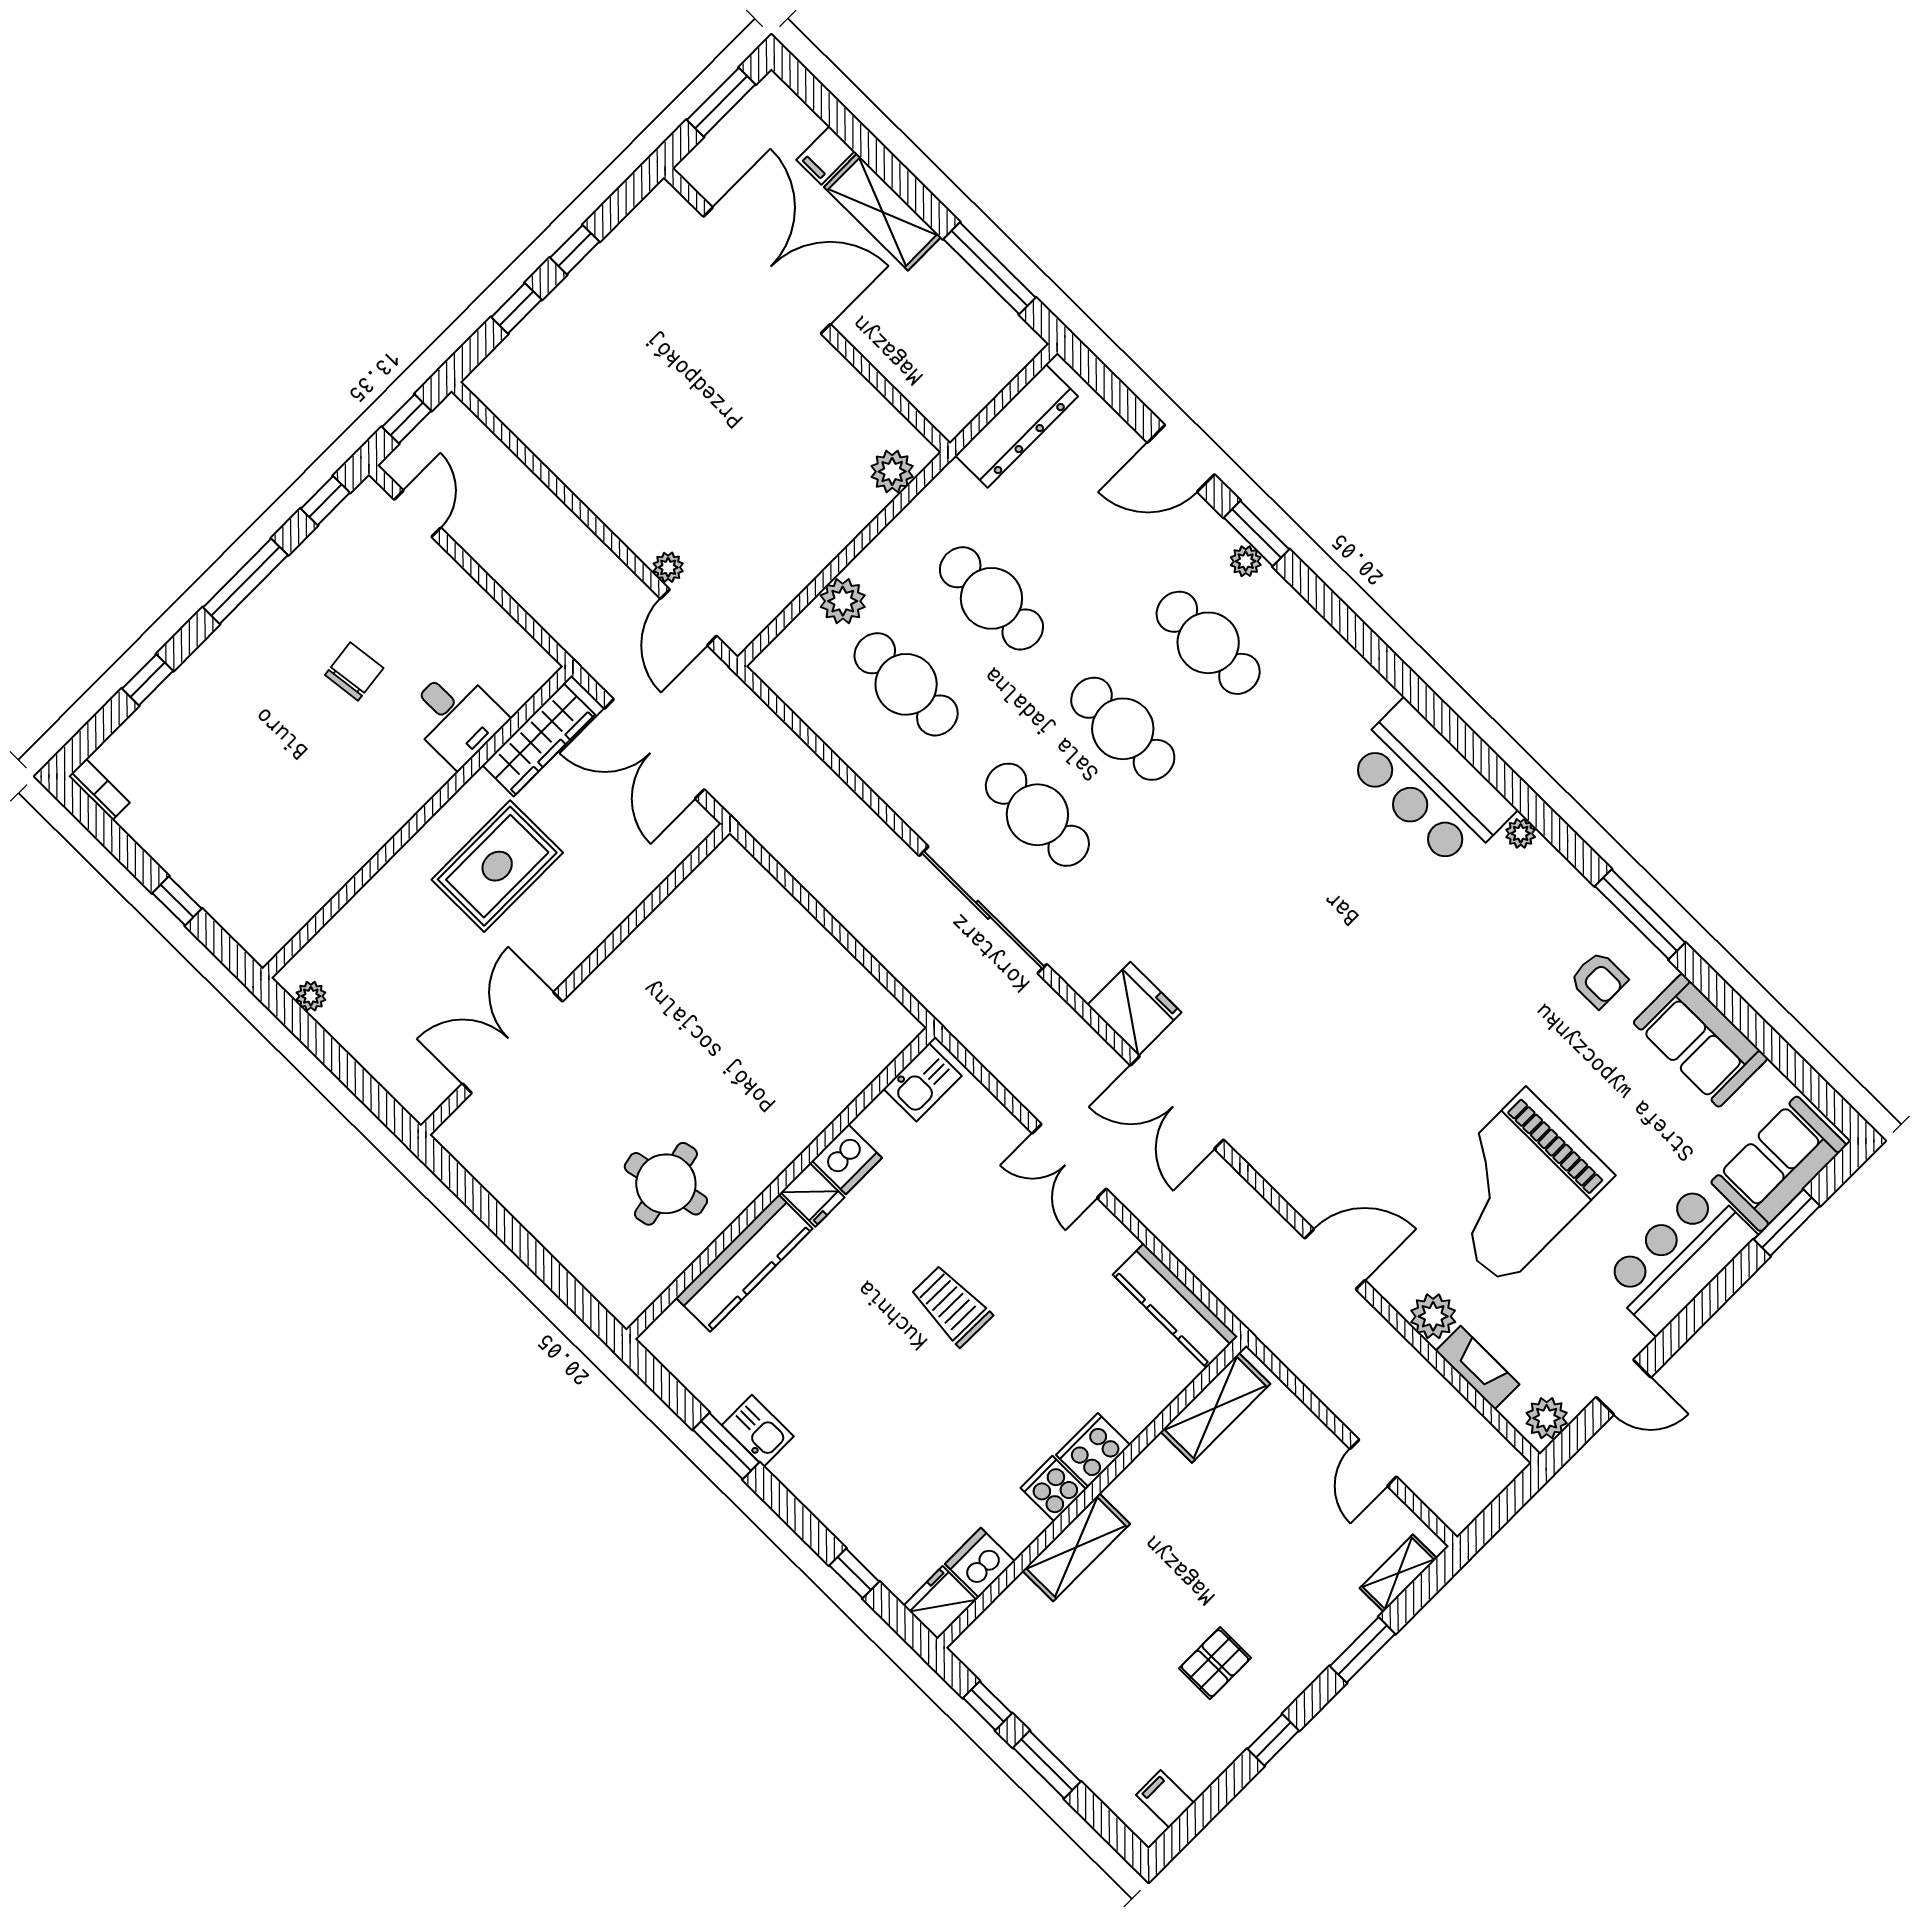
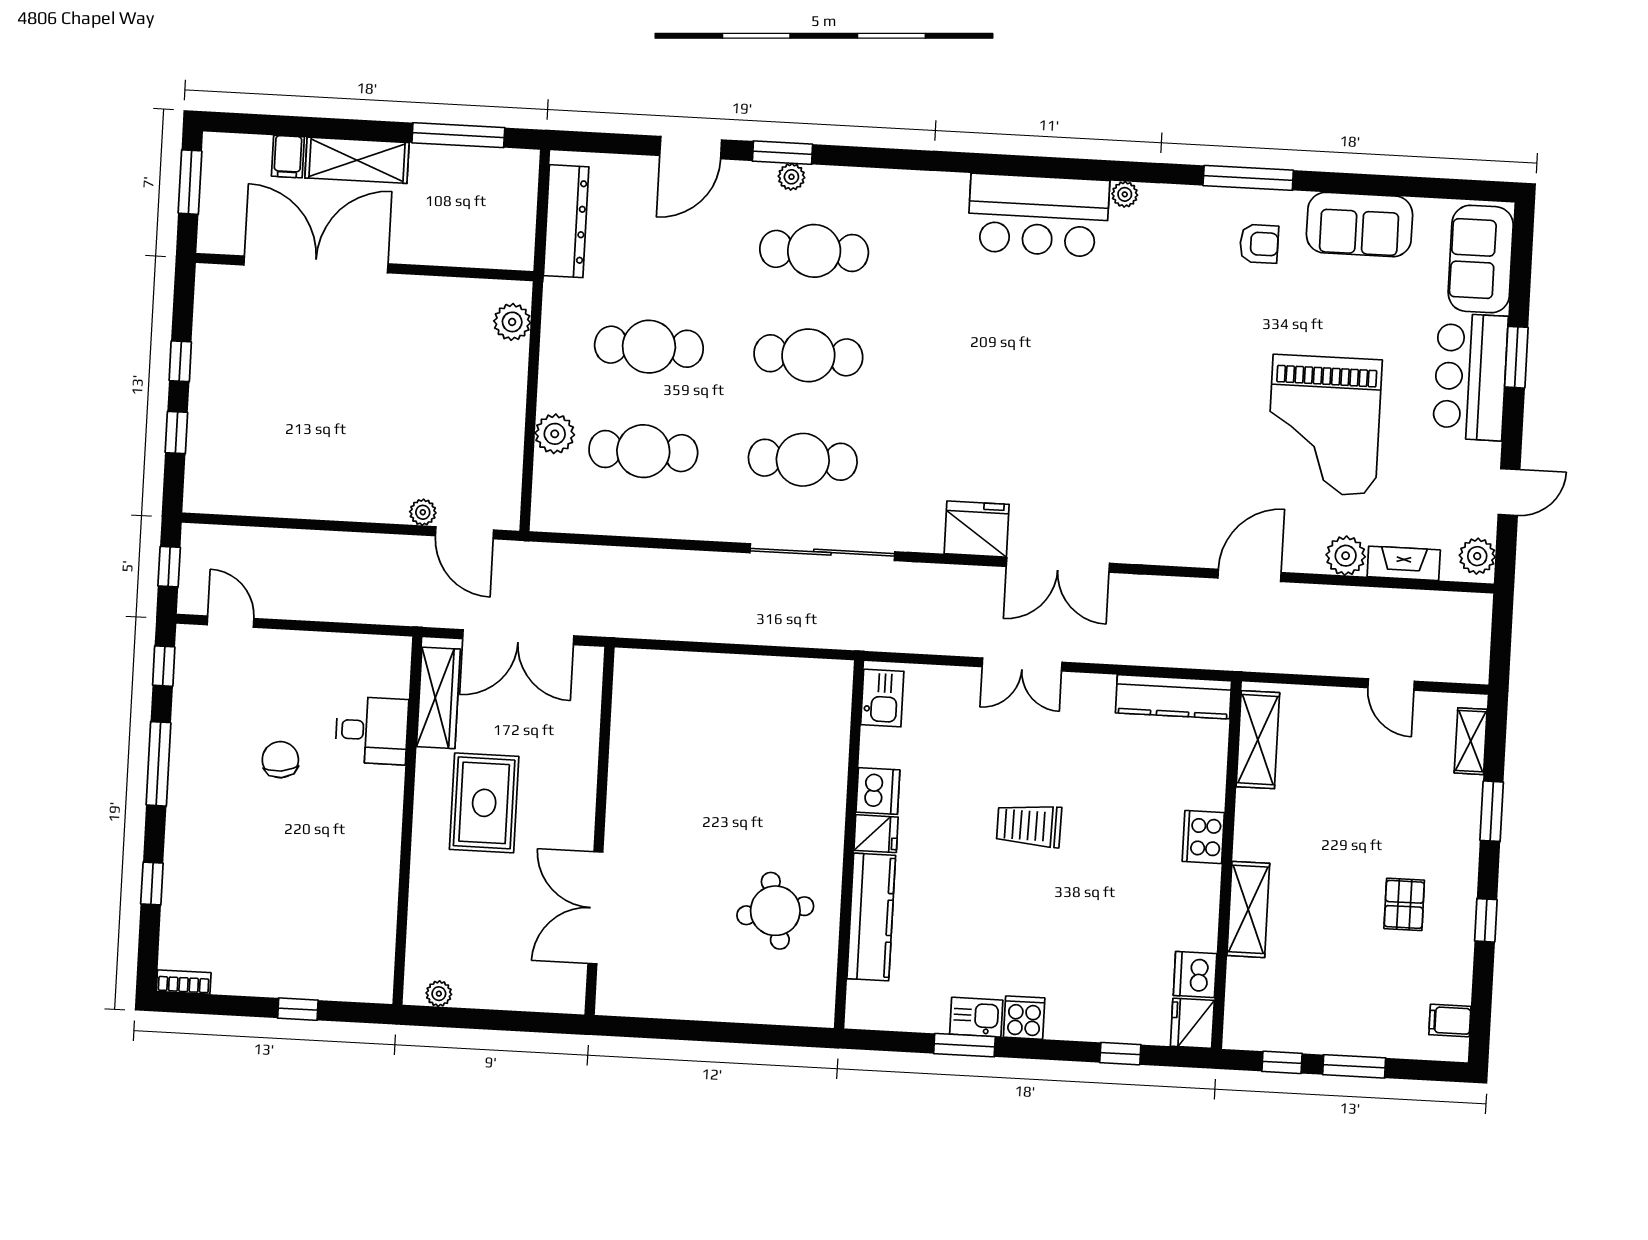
window: (1787, 1223) -> (1516, 357), moved
cooker: (1053, 1489) -> (1024, 1018), moved, turned 90

